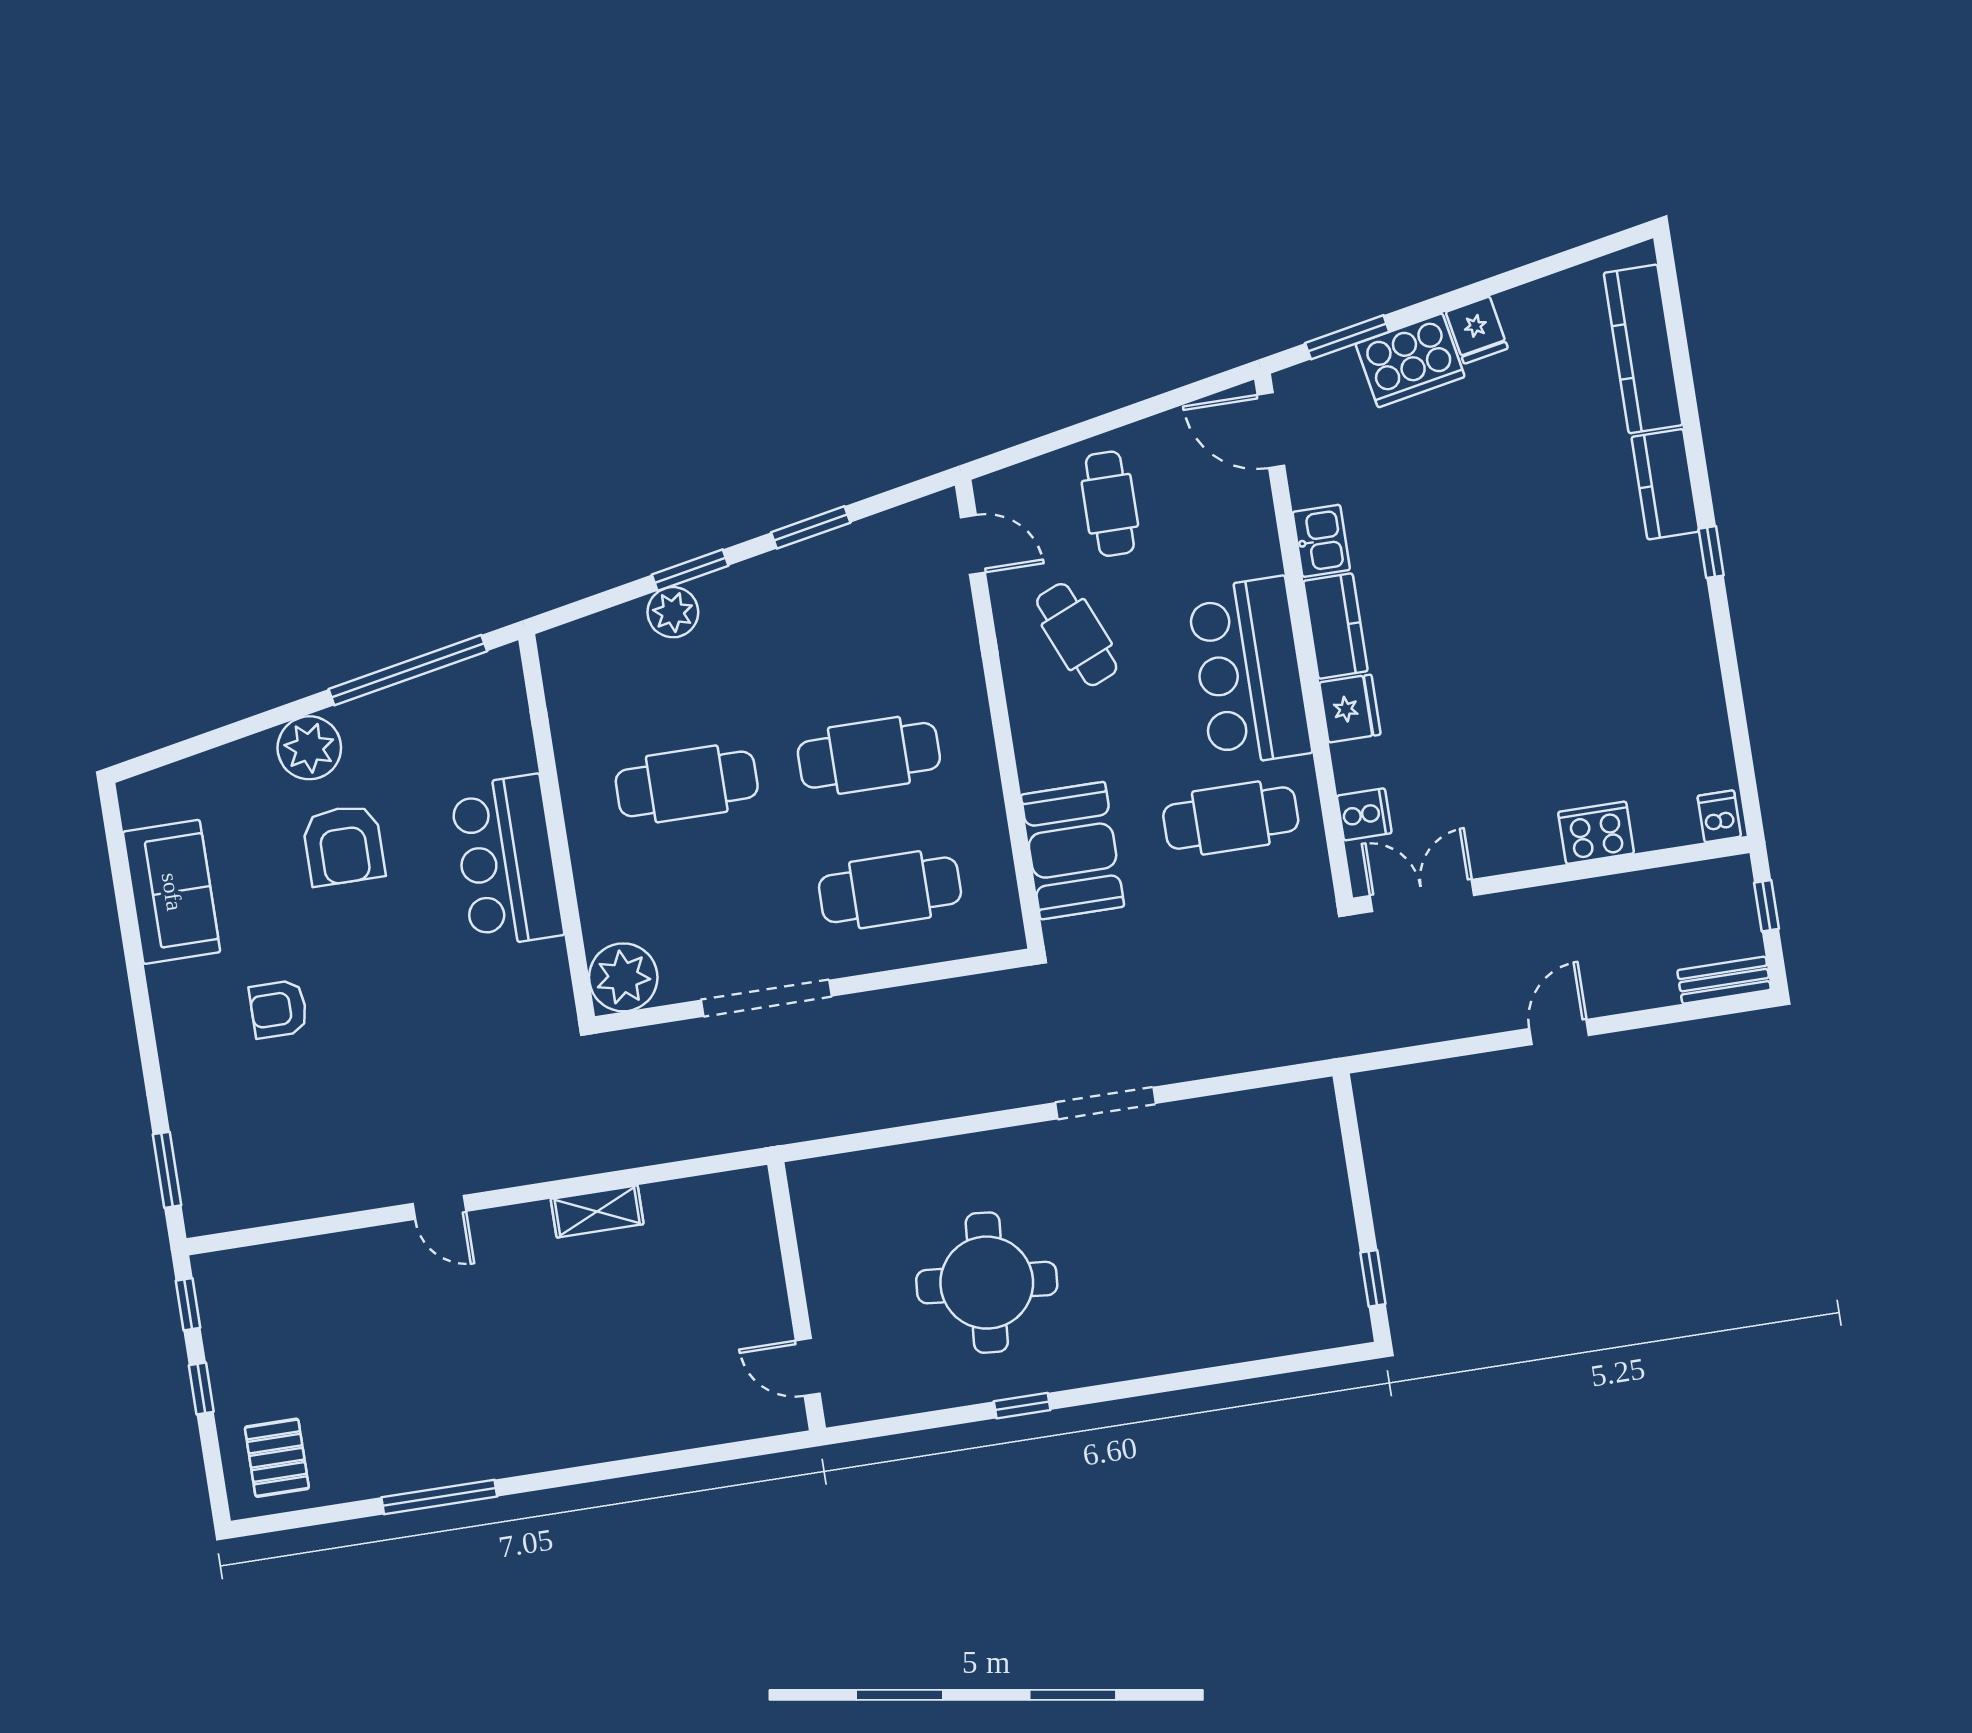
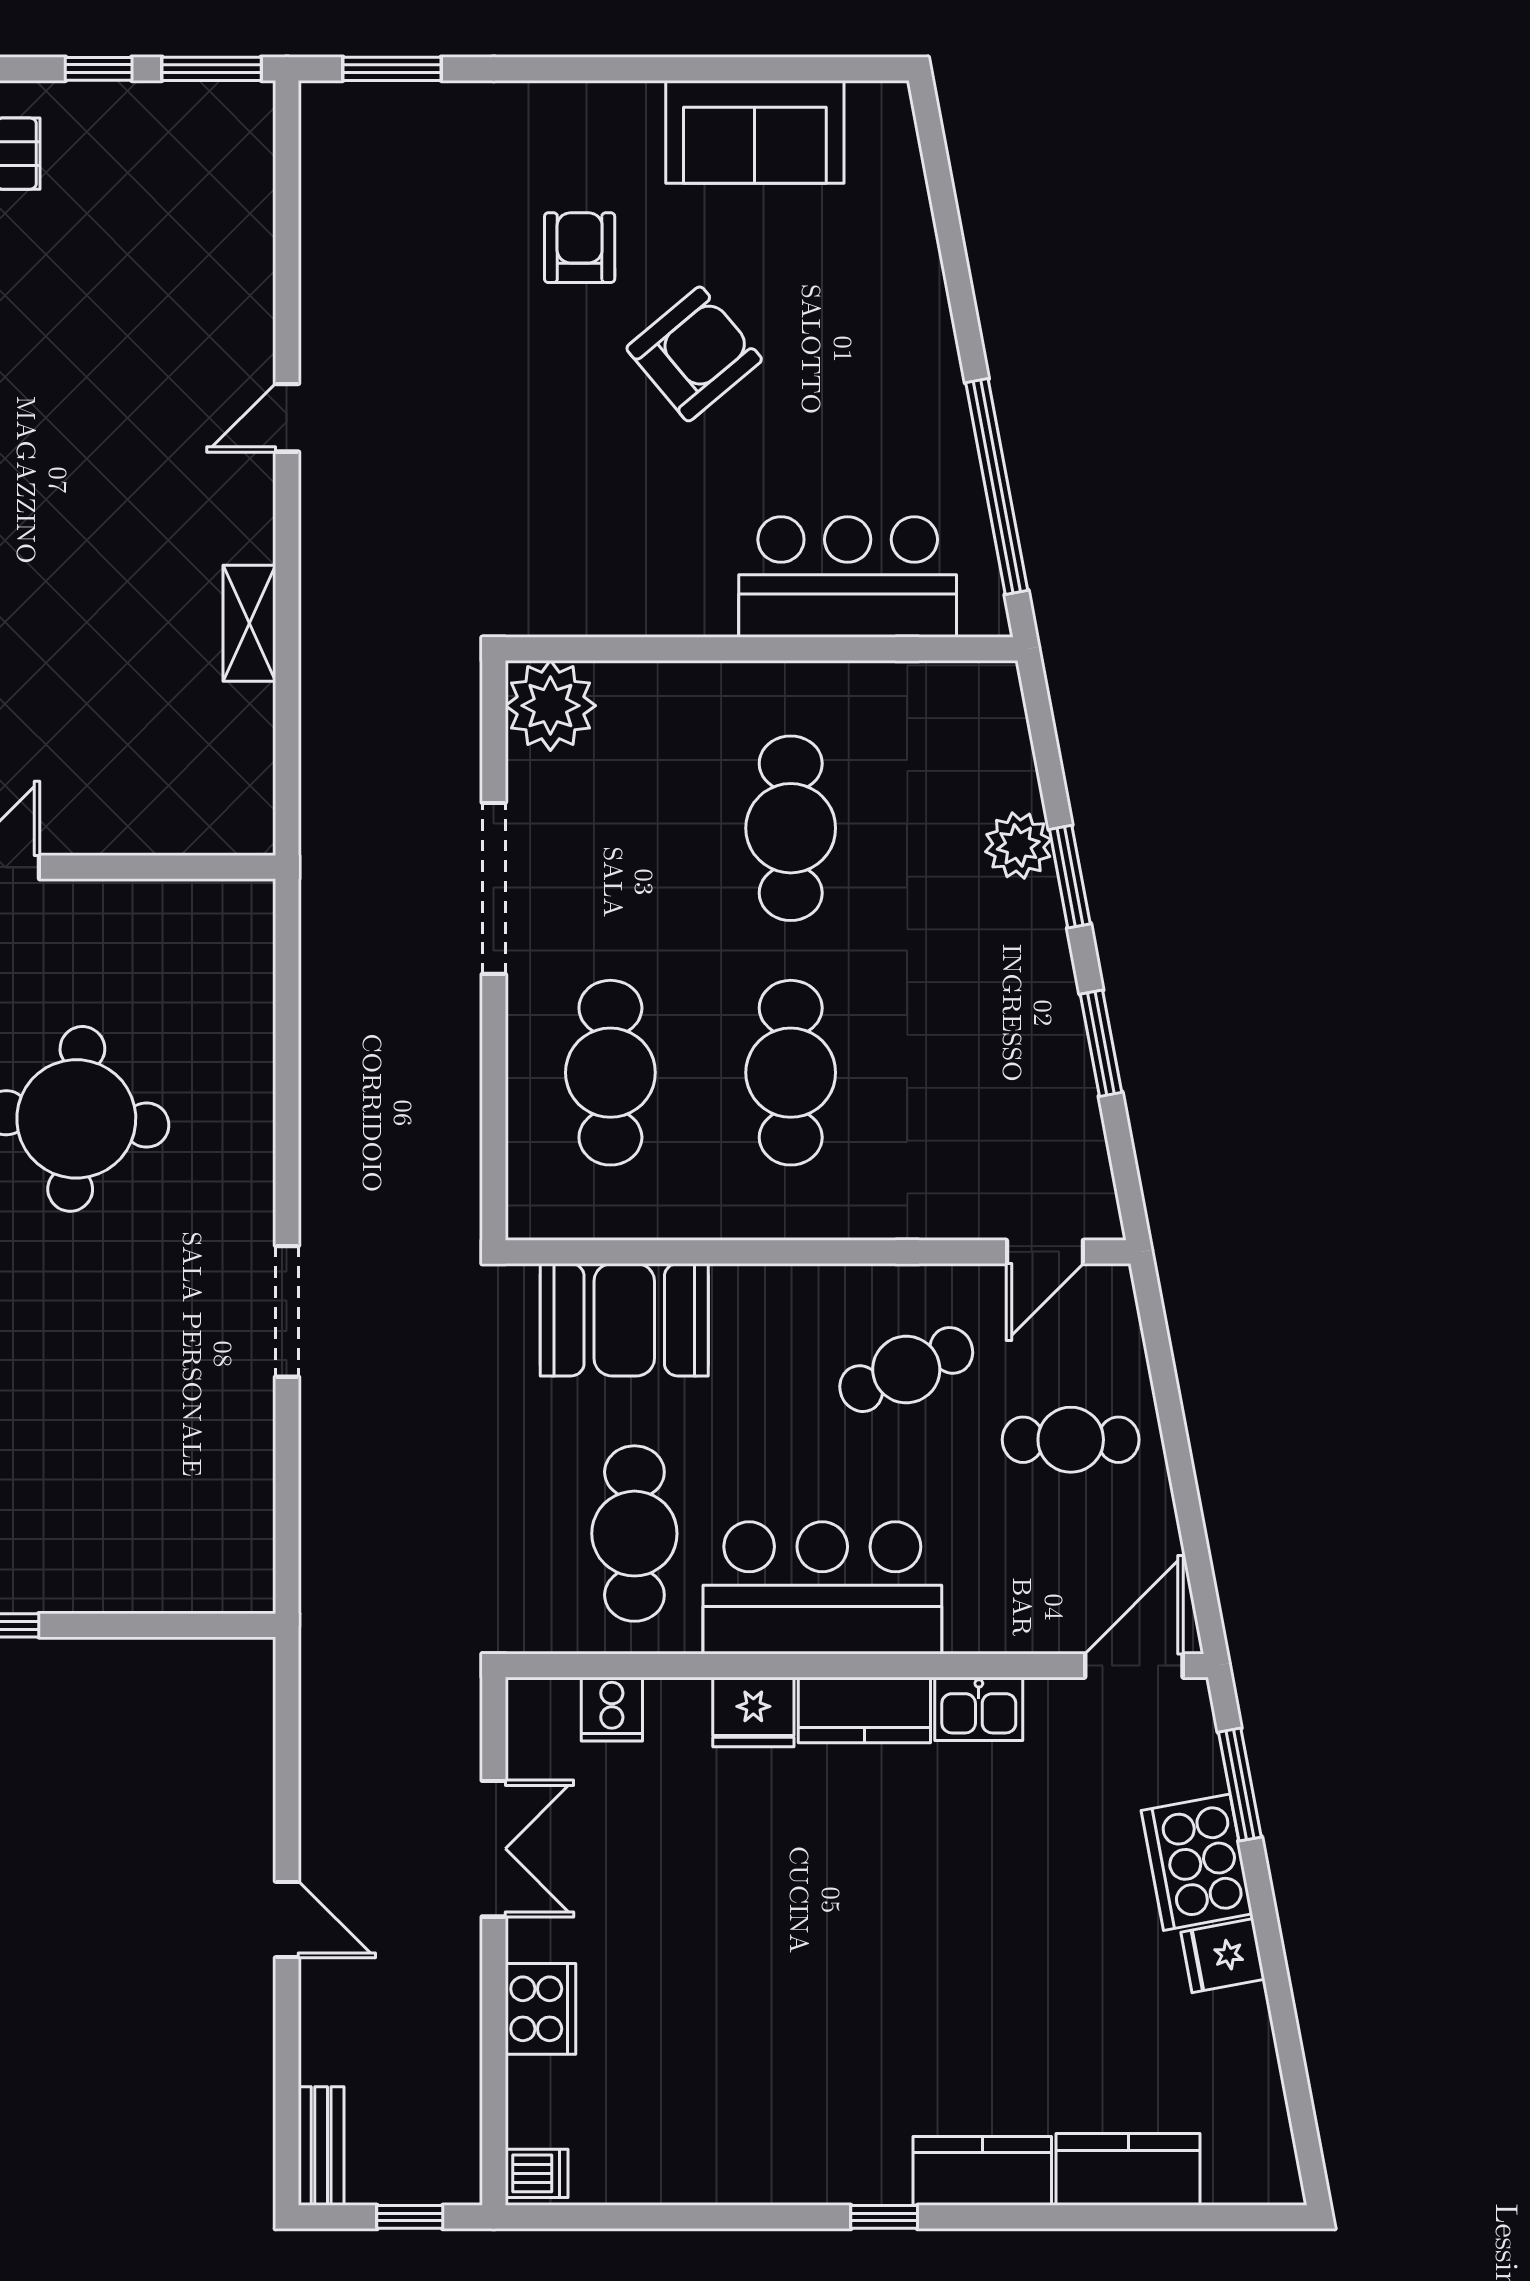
kitchen counter: (1643, 349) -> (1128, 2169), width x0.67
plant: (309, 748) -> (915, 342), removed
armchair: (344, 845) -> (694, 354), moved, turned 140
bar counter: (507, 861) -> (848, 577), moved
double door: (1422, 896) -> (494, 1849), moved
window: (188, 1304) -> (212, 69), width x1.50

